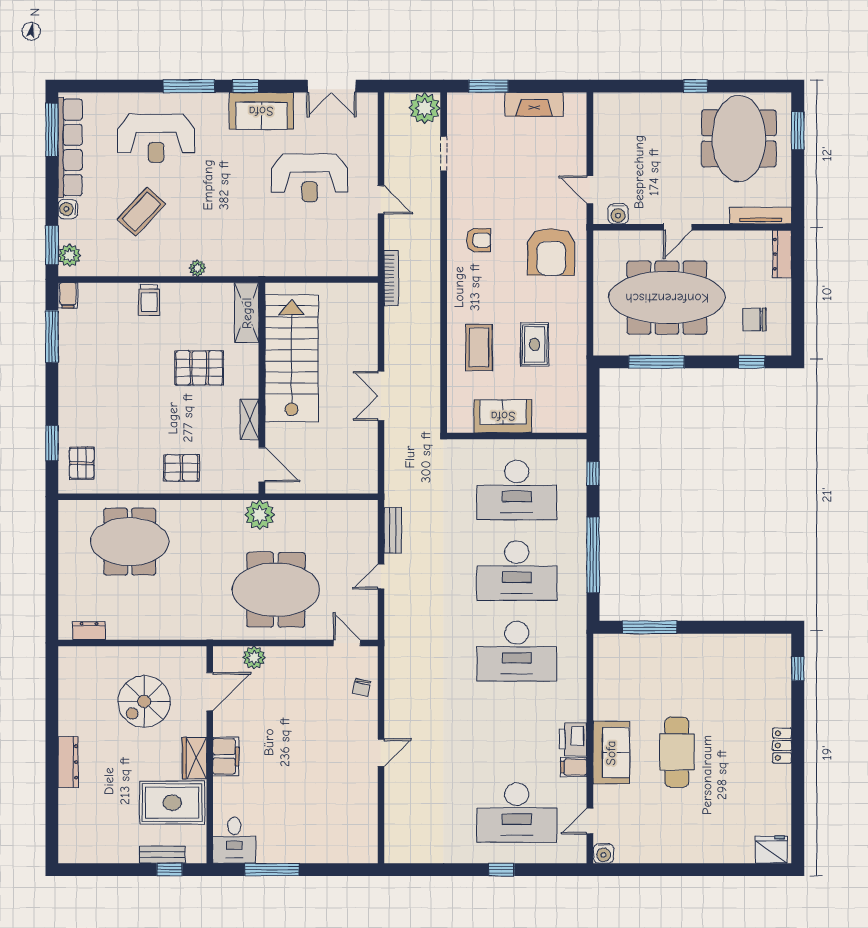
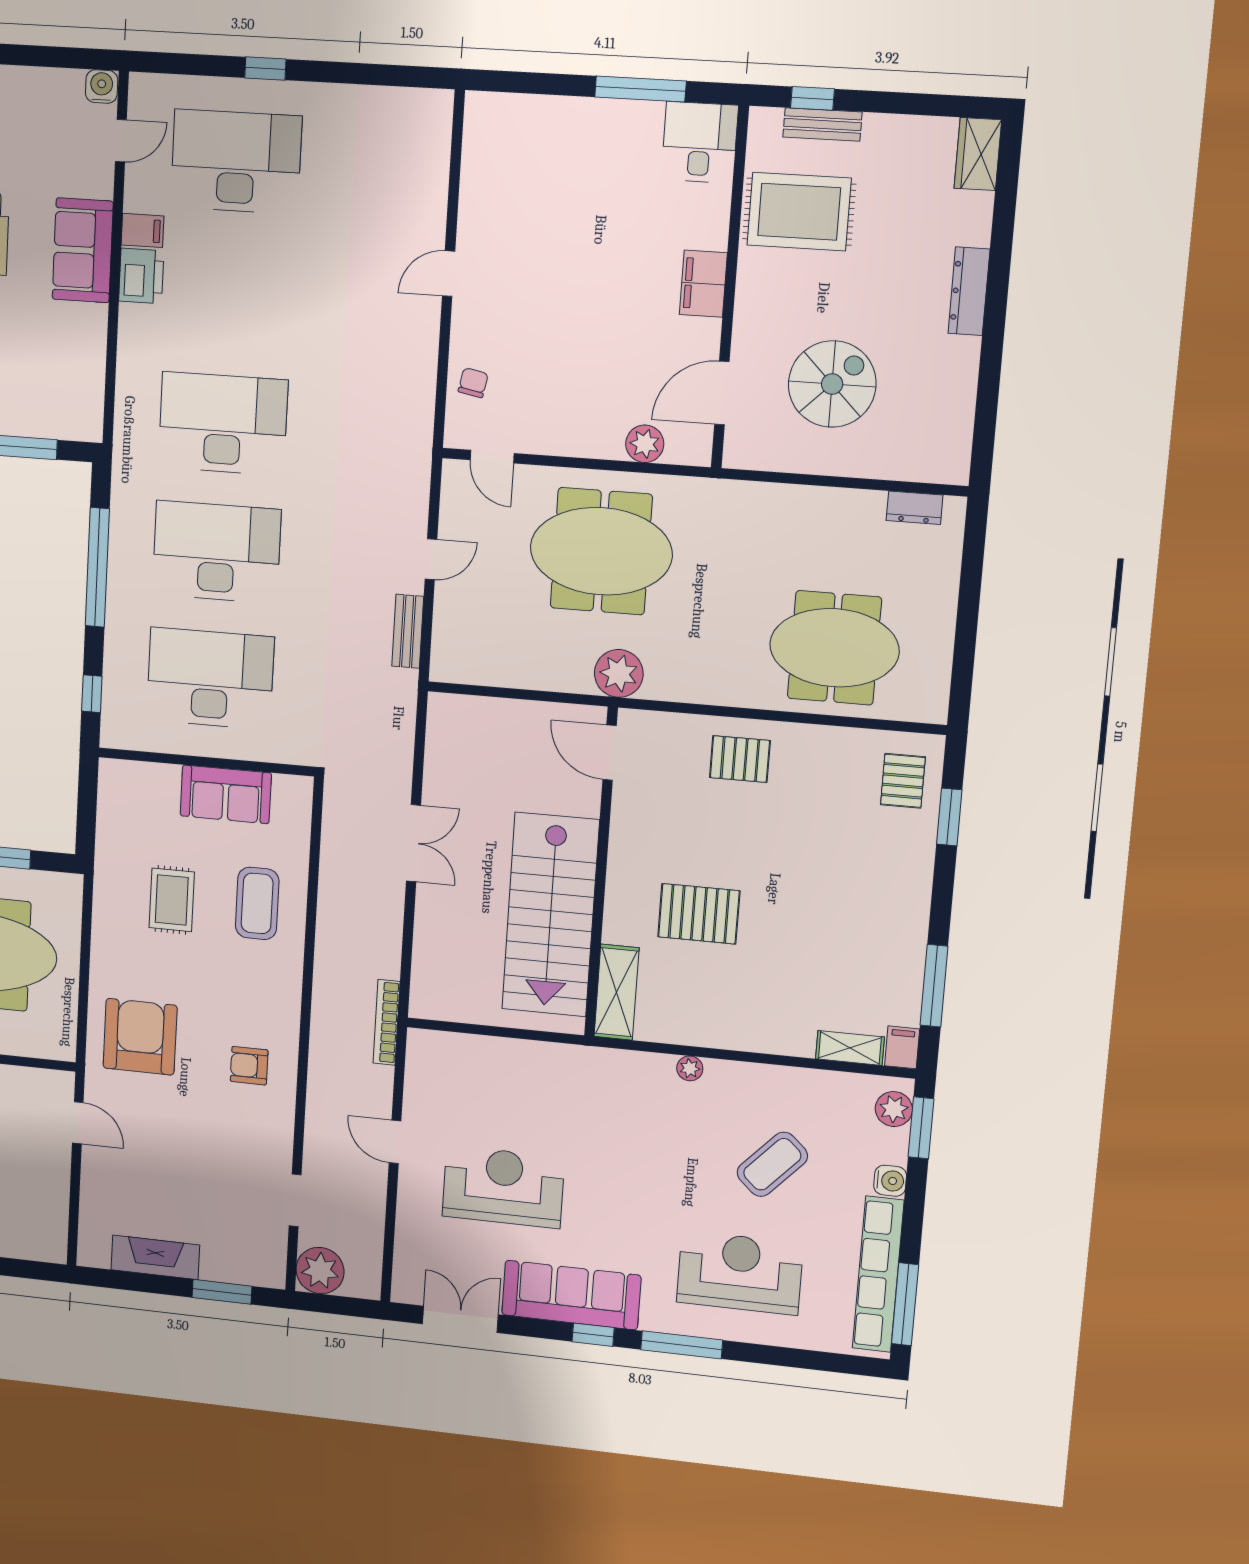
sofa: (261, 111) -> (571, 1295), width x1.36
water cooler: (618, 214) -> (37, 1083), removed
trolley: (149, 300) -> (771, 1027), removed
shelving: (250, 419) -> (850, 1048), moved, turned 90
wardrobe: (194, 758) -> (978, 154), moved, turned 180

